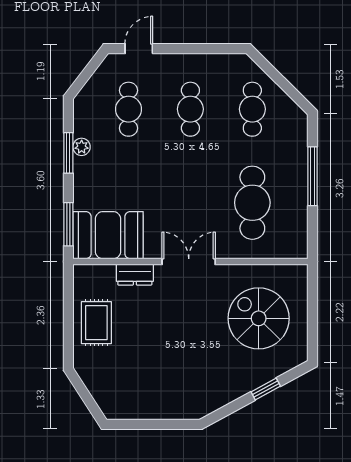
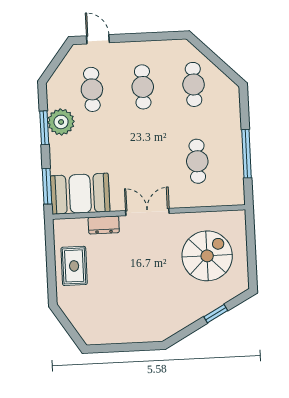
door: (139, 49) -> (98, 39), hinge flipped
plant: (82, 147) -> (61, 122), width x1.87, depth x1.87
window: (313, 176) -> (246, 154), moved
cafe table: (252, 203) -> (197, 161), width x0.73, depth x0.74
spiral stairs: (259, 318) -> (207, 256), turned 90

